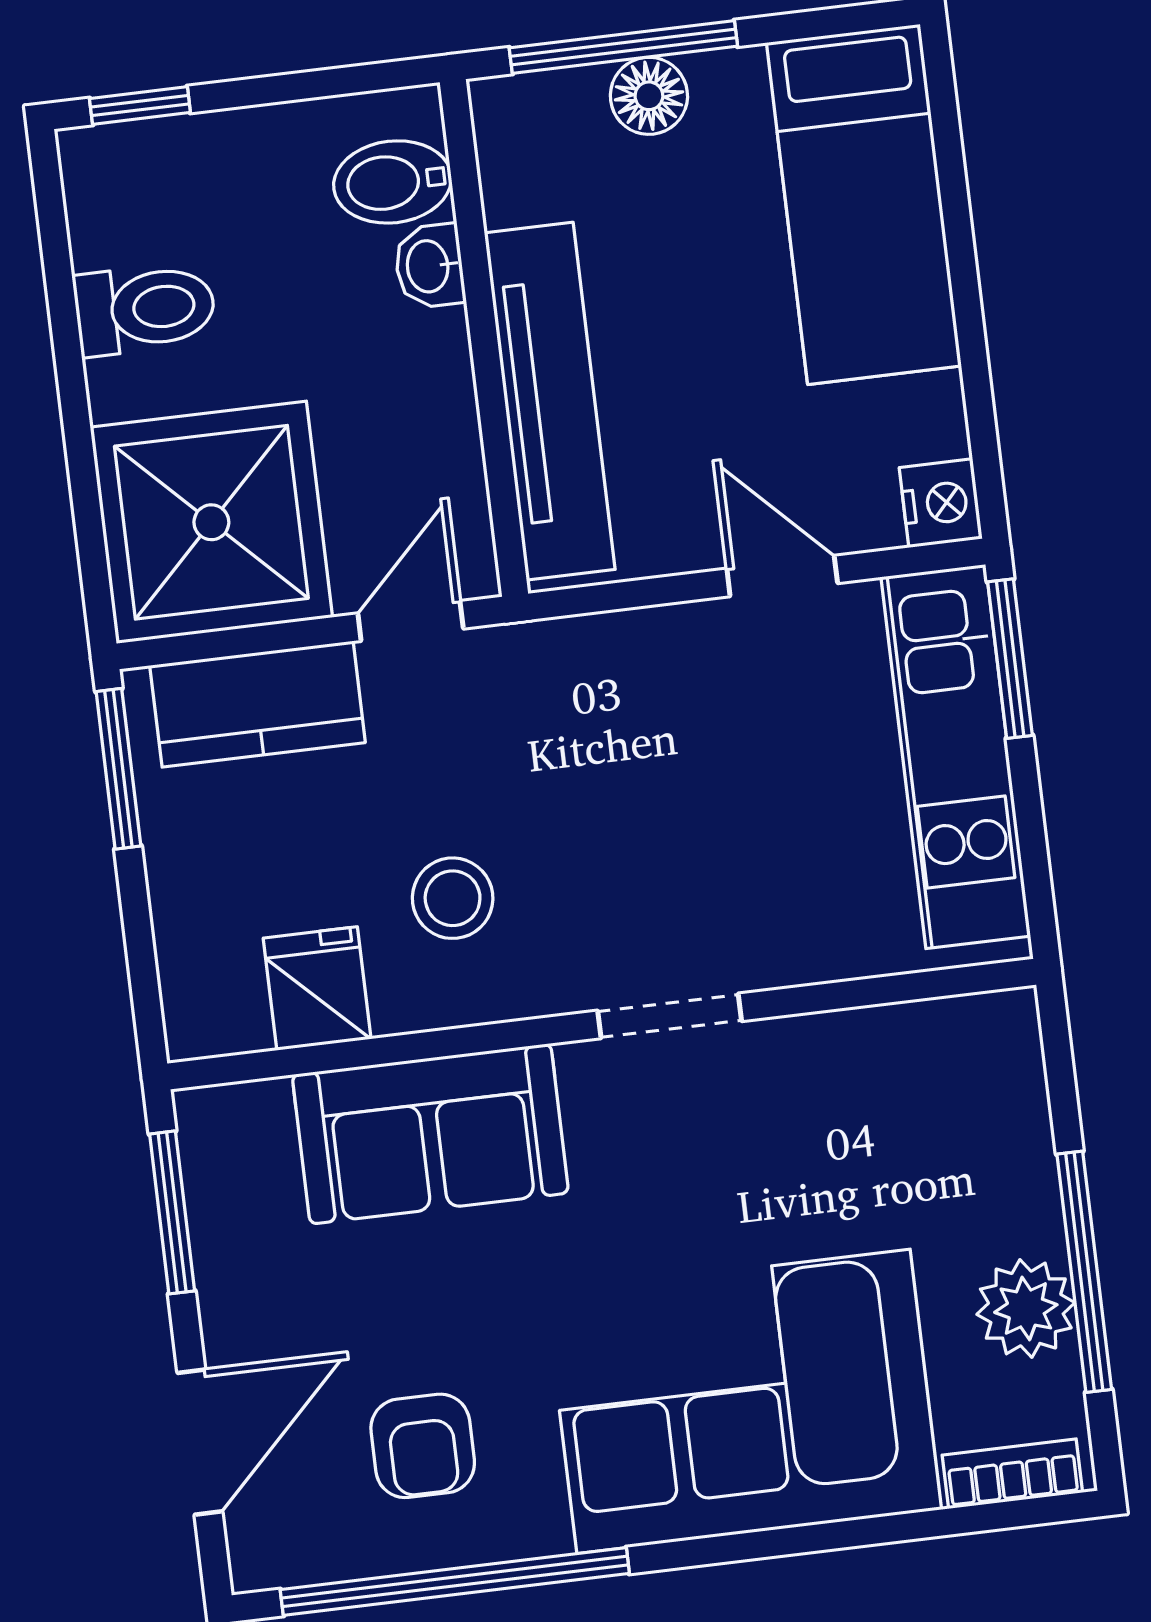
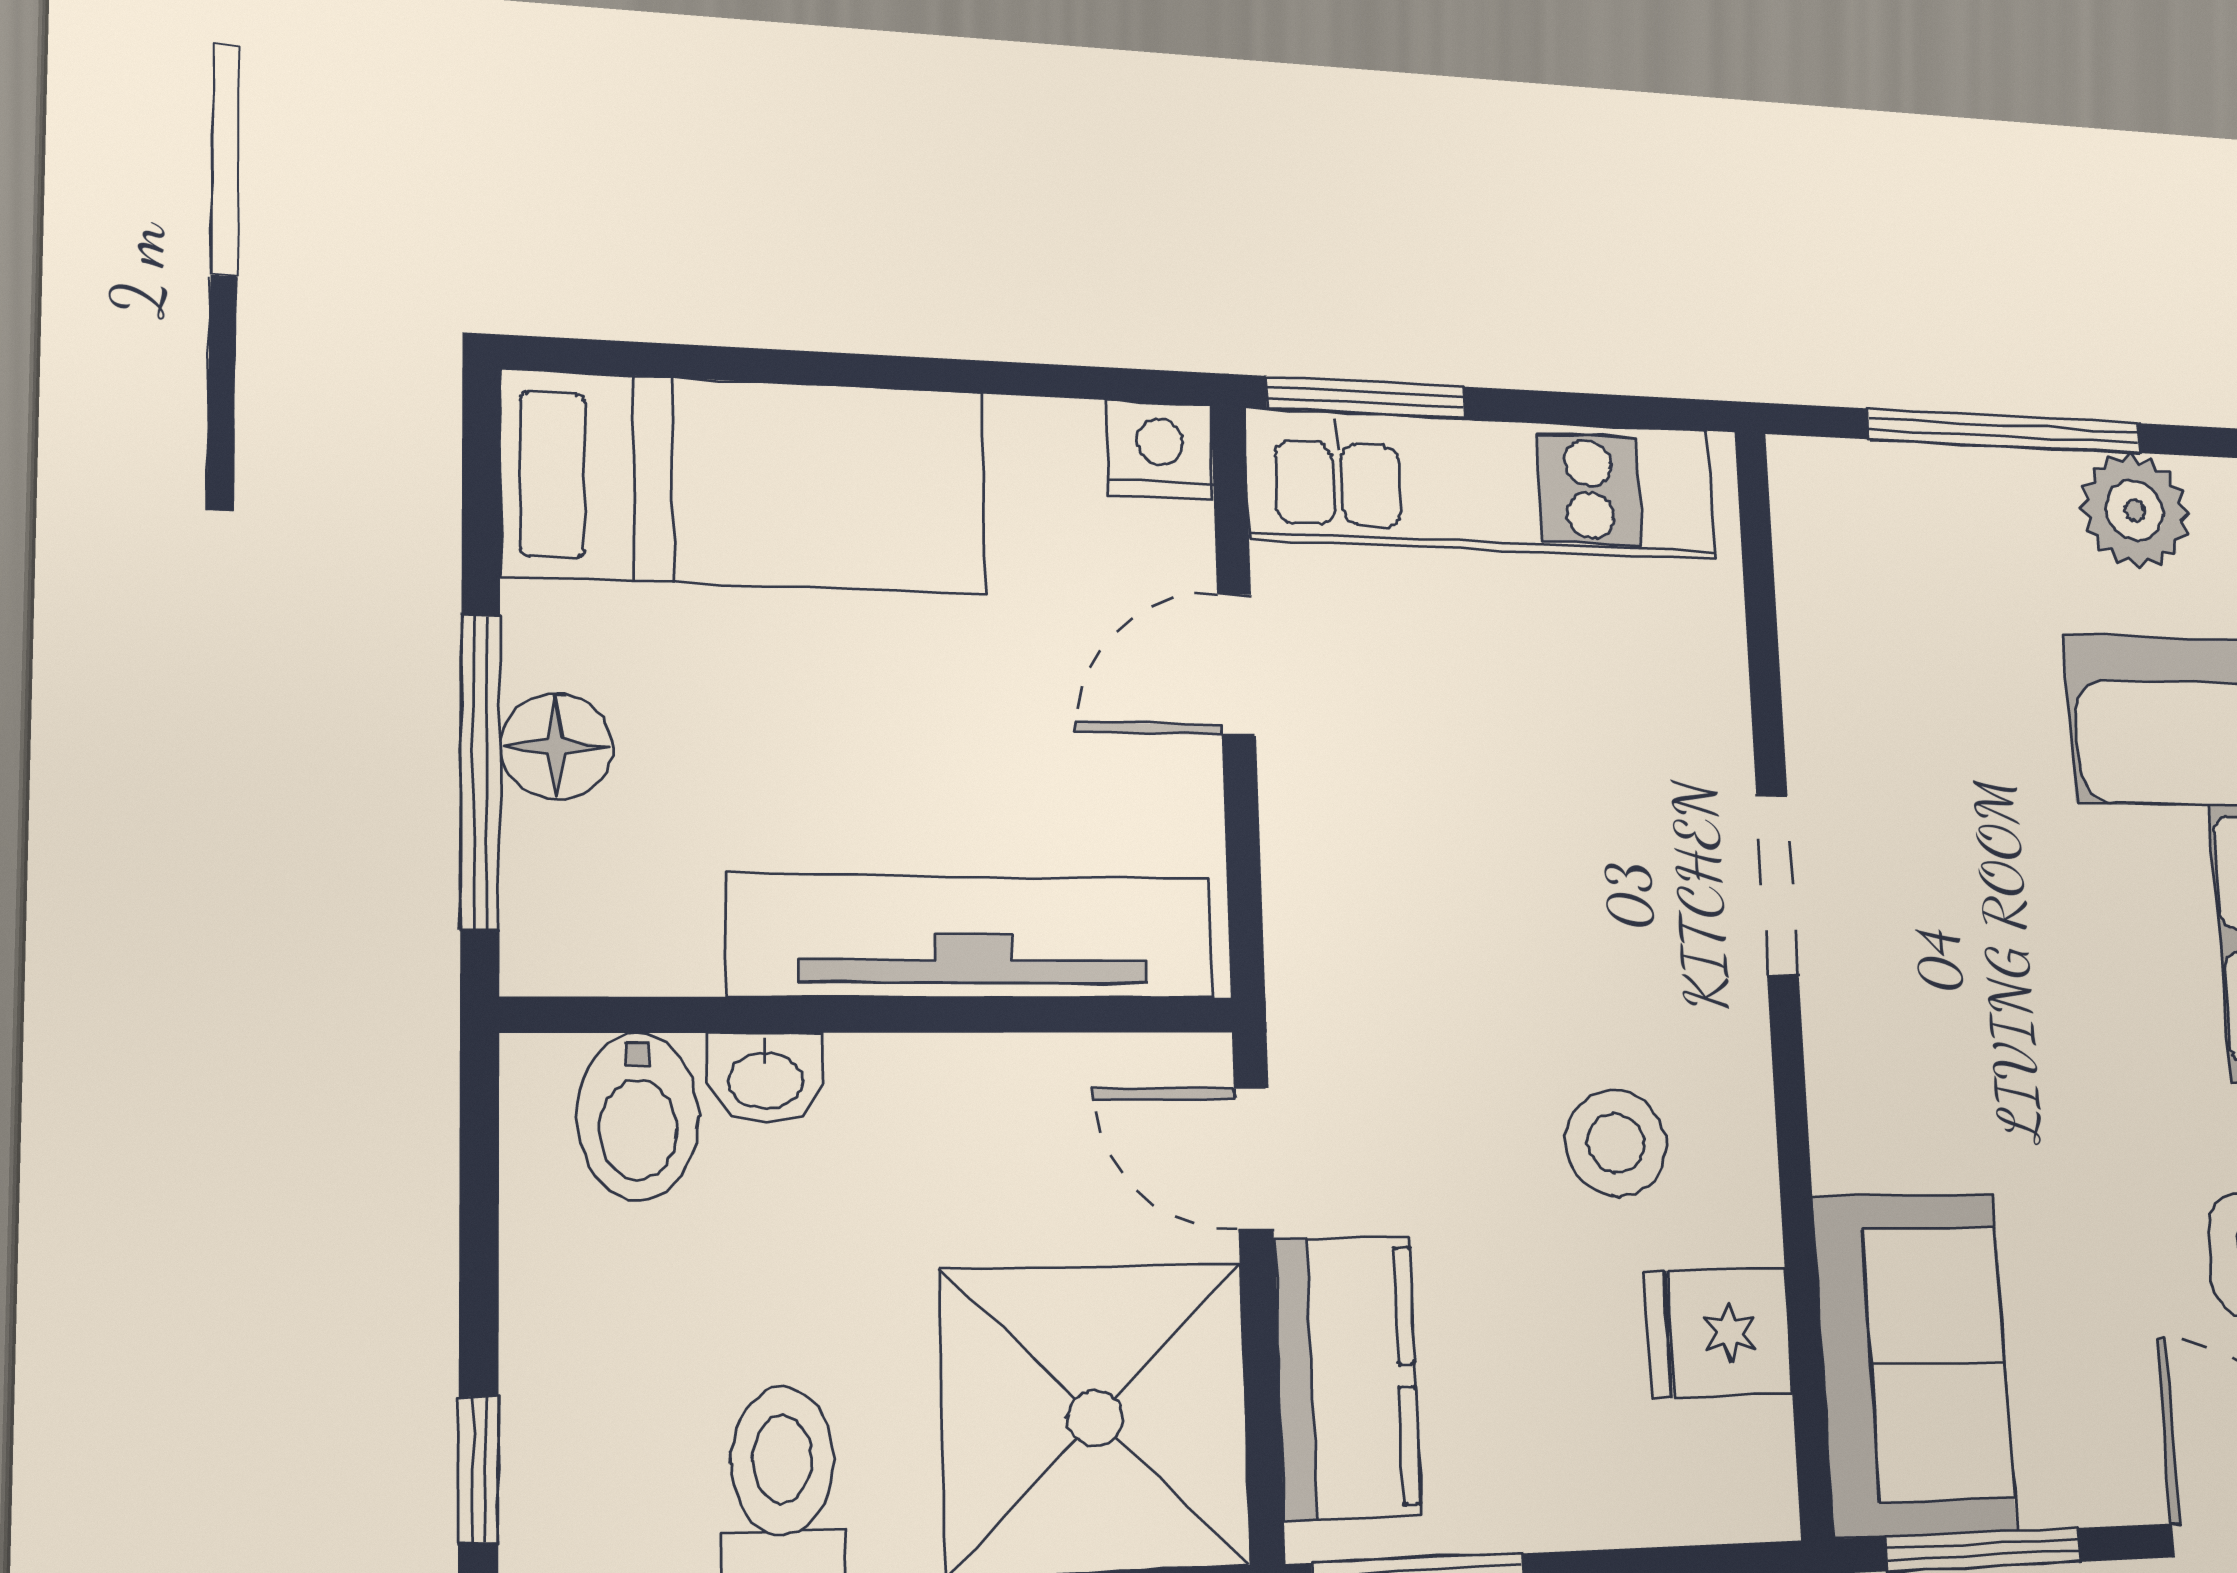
sofa: (430, 1134) -> (1914, 1363), moved
window: (1084, 1272) -> (2005, 431), moved

